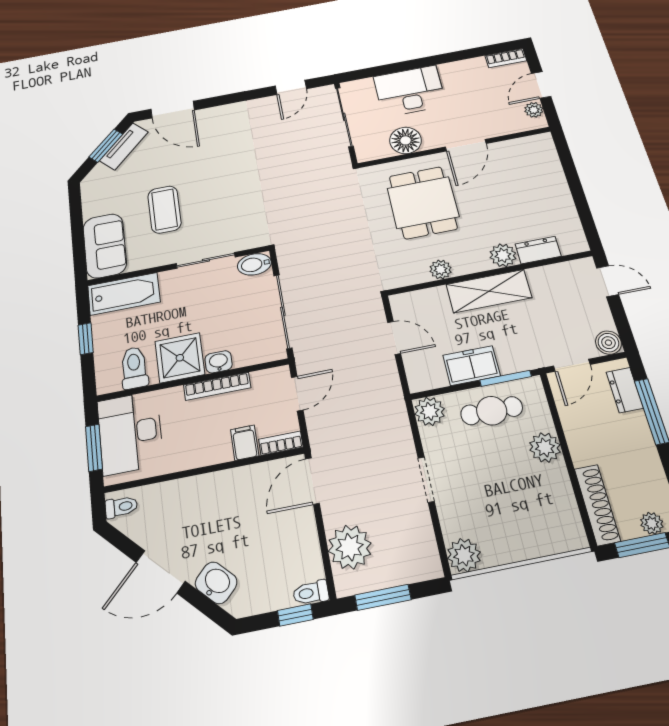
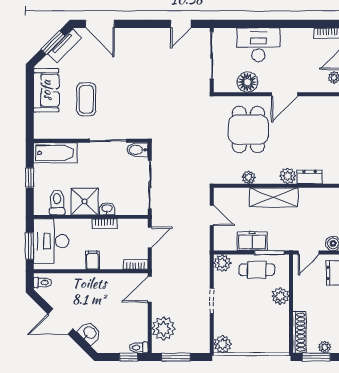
sofa: (105, 246) -> (46, 90), moved
bookcase: (217, 386) -> (104, 224), width x0.64
filing cabinet: (245, 443) -> (93, 260), moved

